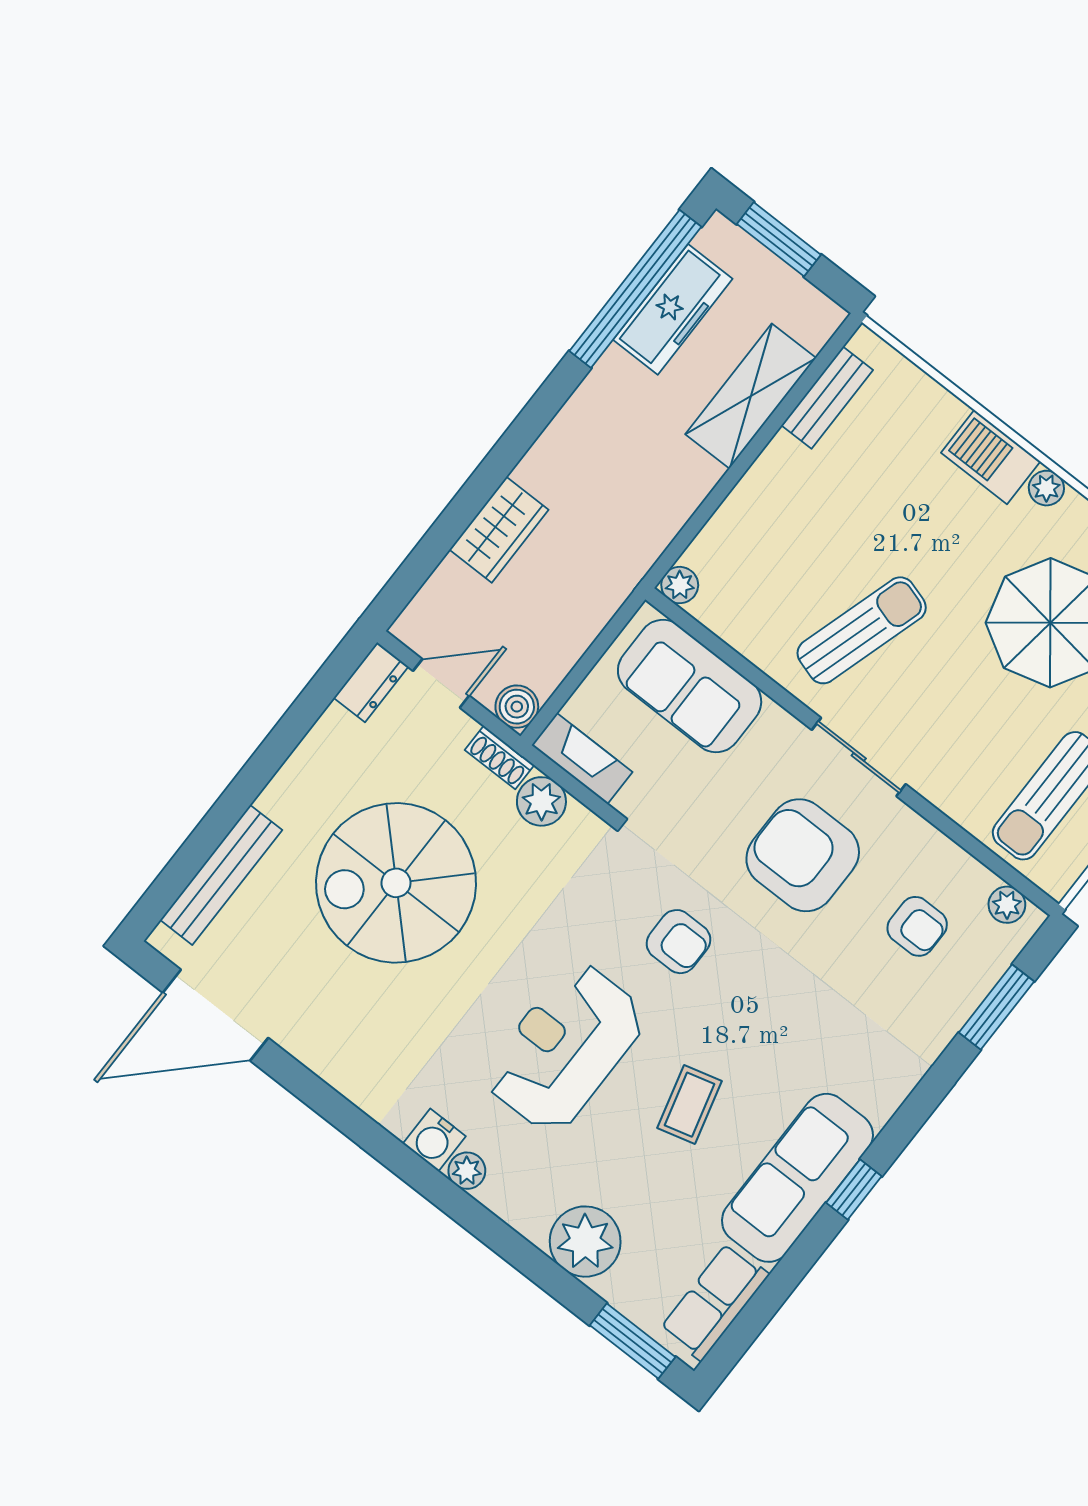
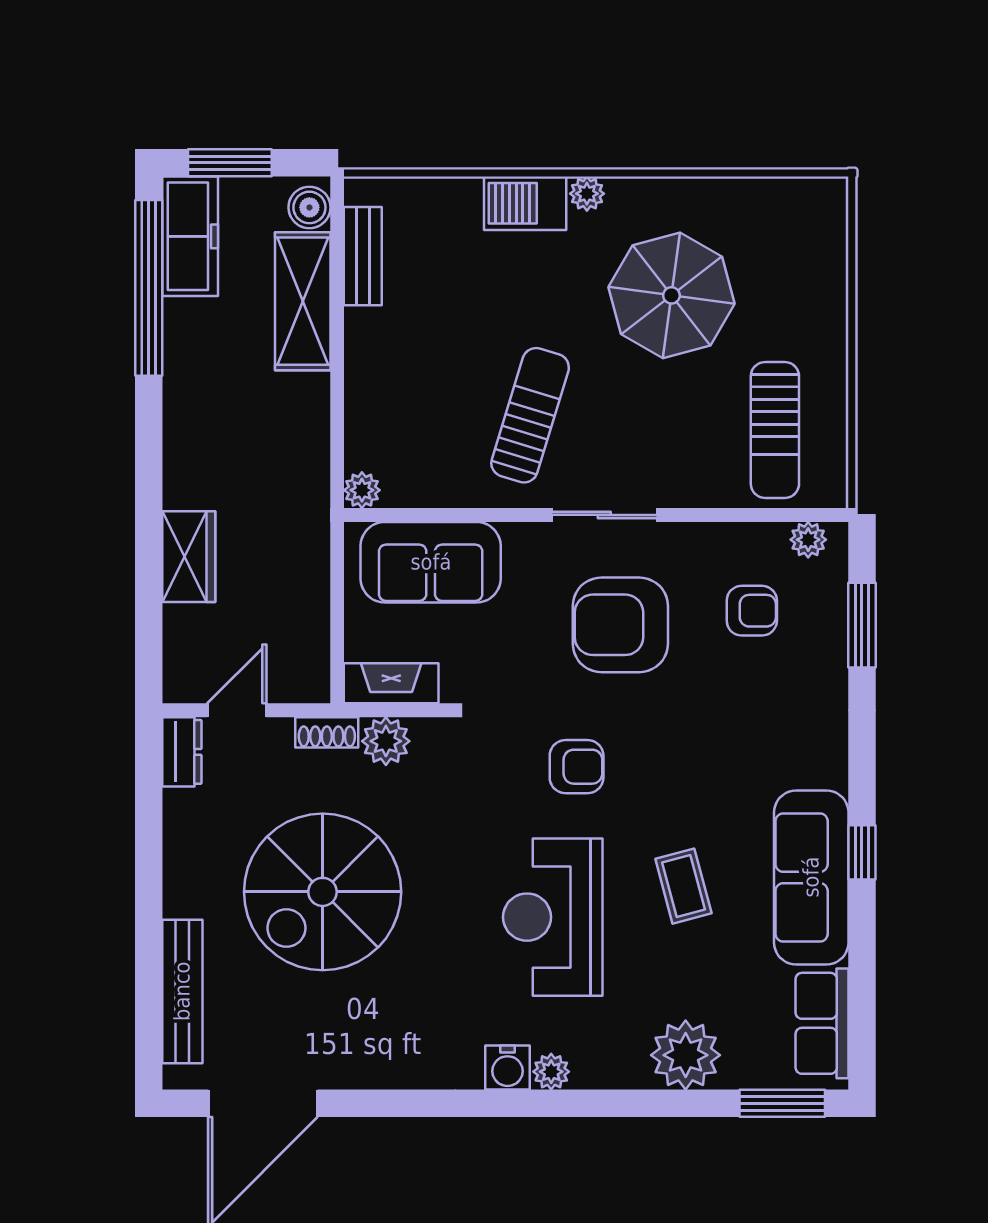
freezer: (673, 309) -> (190, 236), moved
boiler: (517, 707) -> (309, 207), moved

